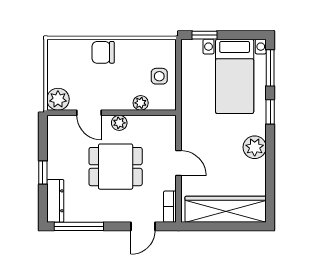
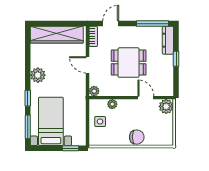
plant: (119, 123) -> (94, 91), moved

